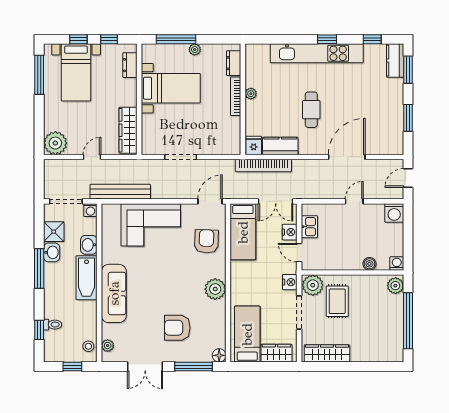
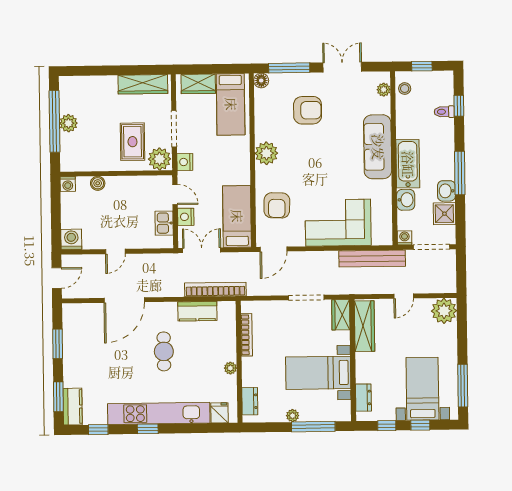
bookcase: (236, 96) -> (247, 335), moved
wardrobe: (149, 141) -> (341, 315), added
fridge: (254, 145) -> (219, 413), moved, turned 180
plant: (395, 286) -> (68, 123), moved

